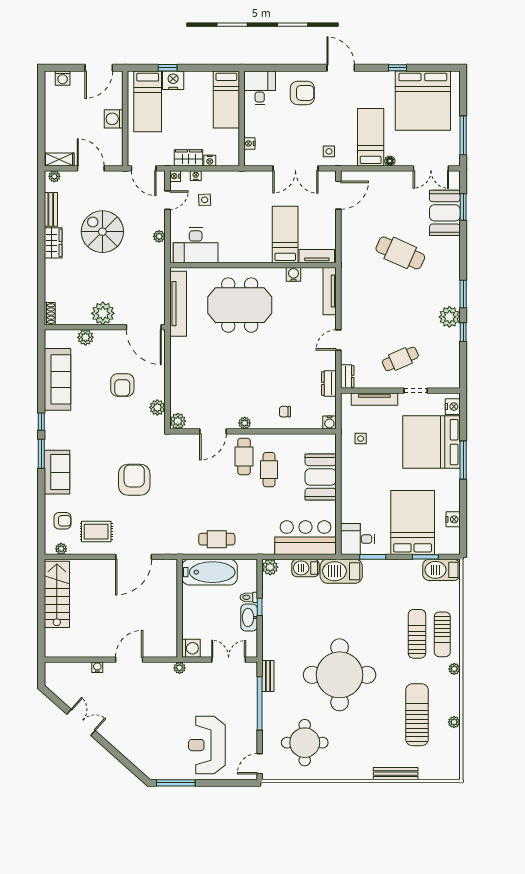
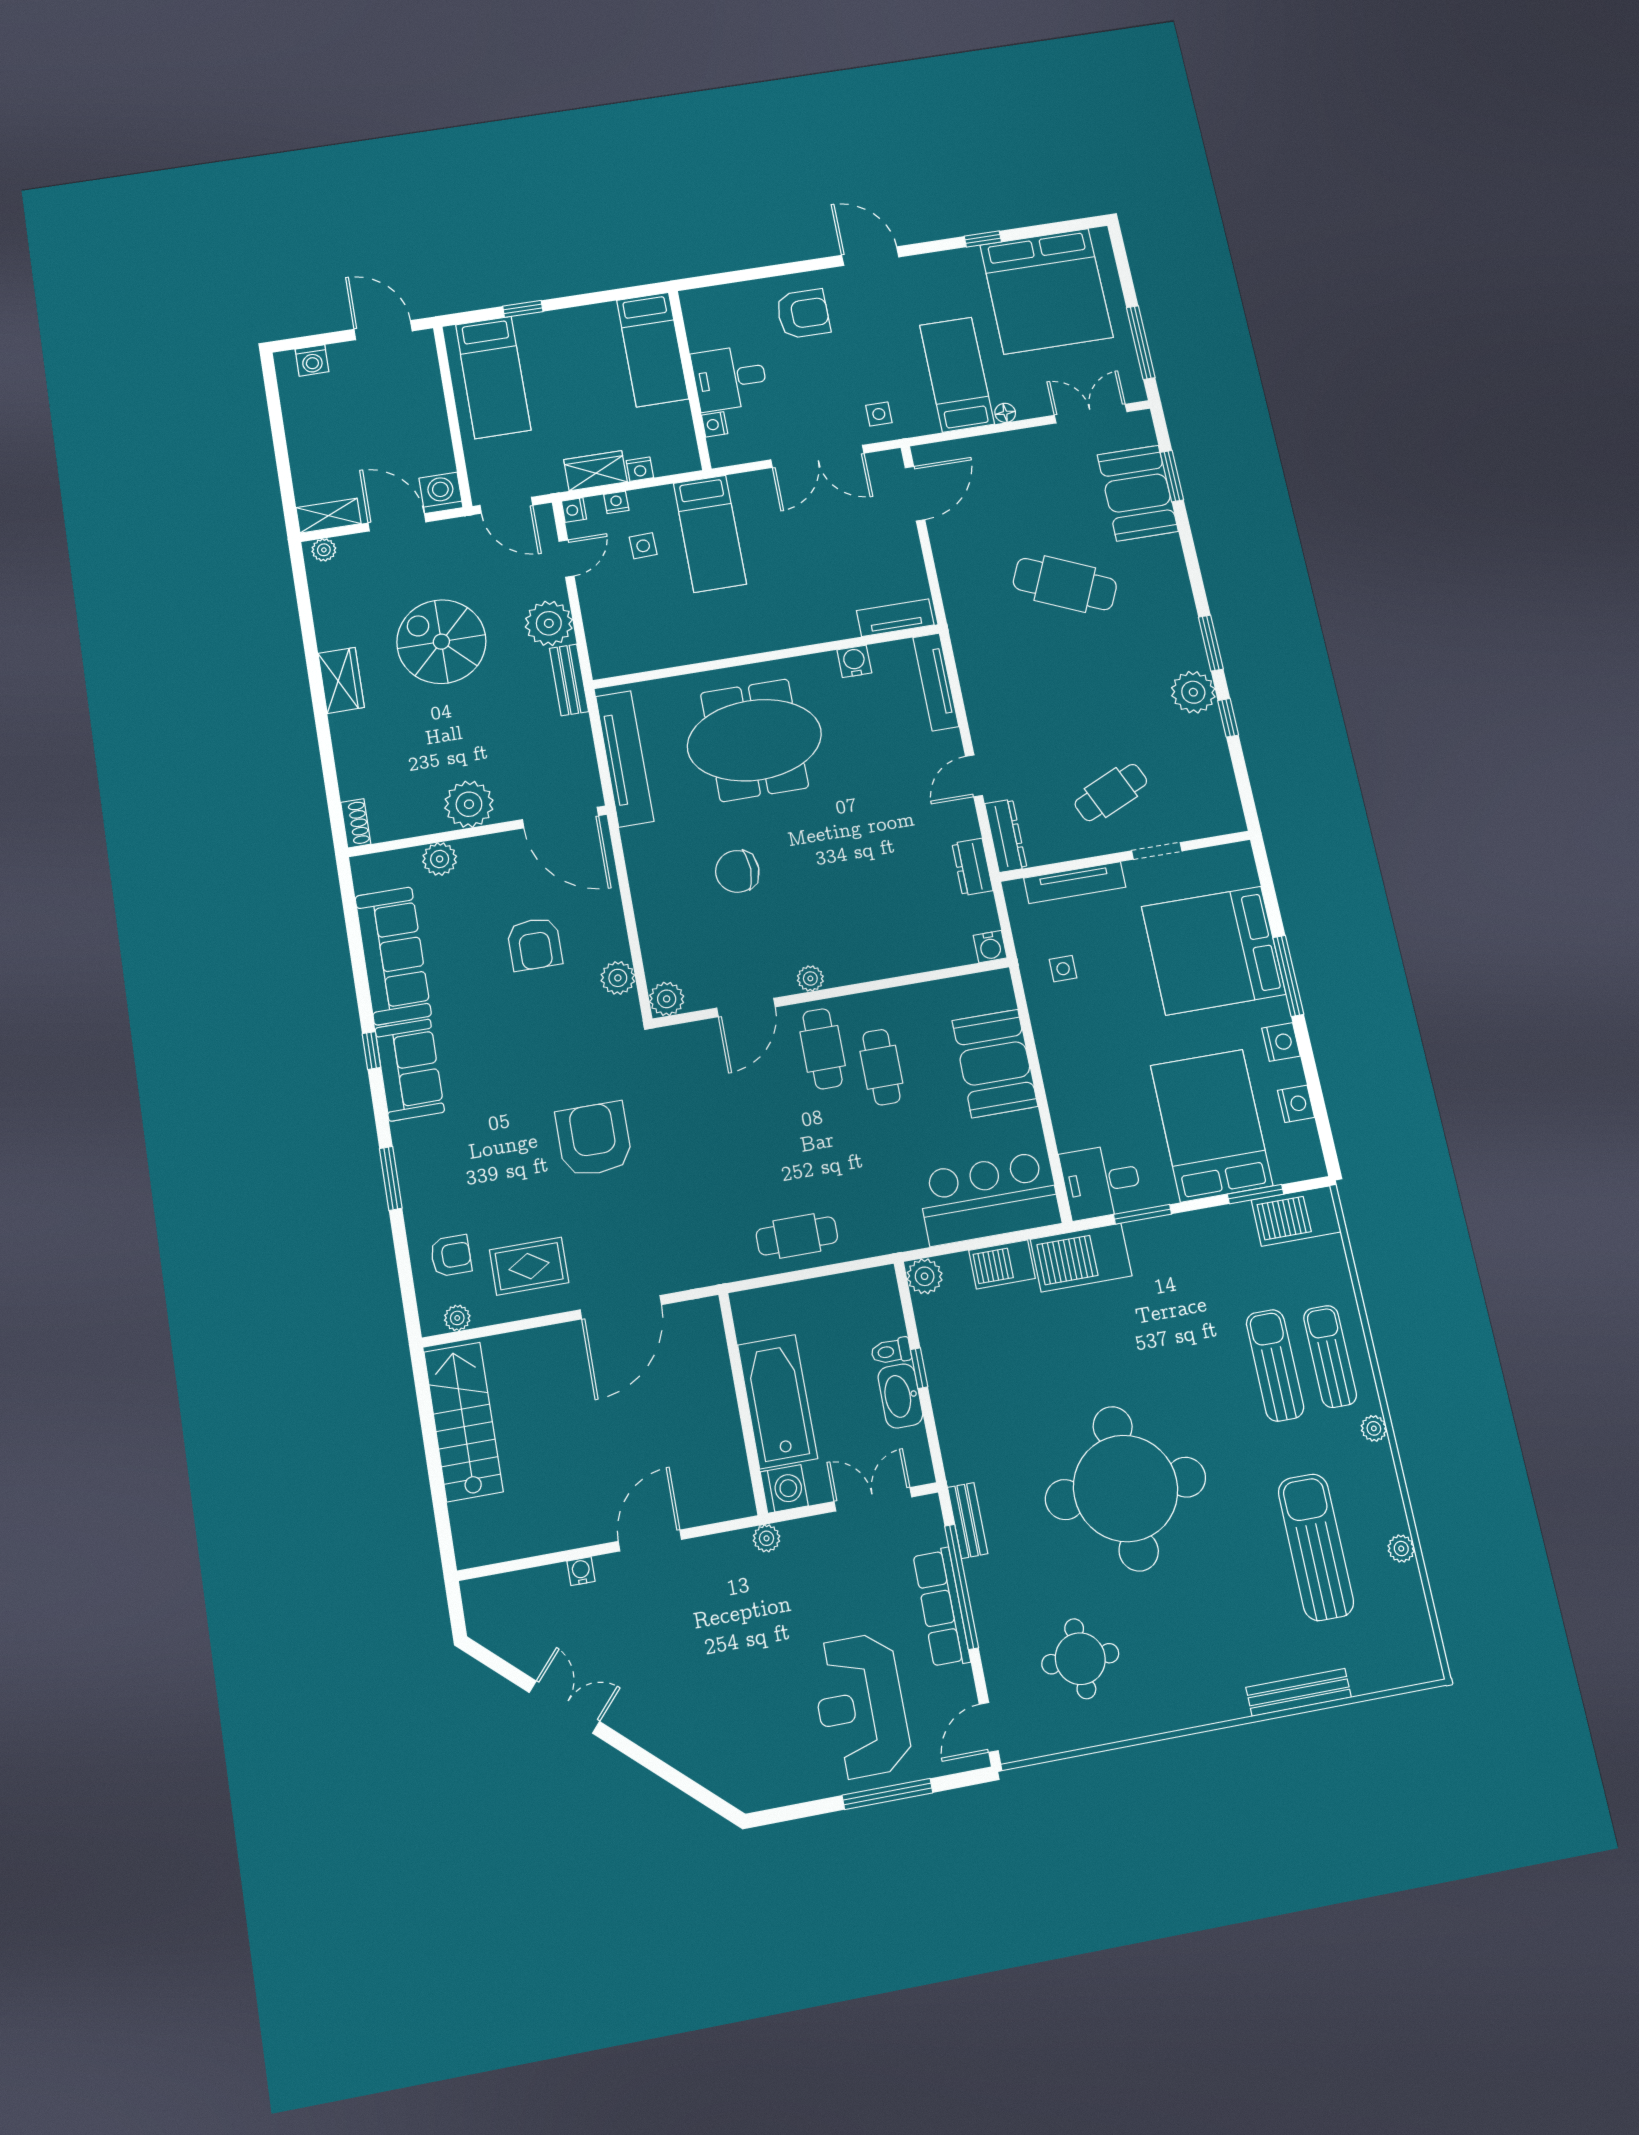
door: (99, 68) -> (383, 330), swing flipped
nightstand: (173, 80) -> (538, 330), removed
desk: (260, 88) -> (730, 378), moved, turned -90
washing machine: (114, 119) -> (441, 493), moved, turned 90
double door: (431, 168) -> (1091, 414), swing flipped
bench: (51, 209) -> (569, 680), moved
bed: (285, 234) -> (710, 534), moved, turned 180
plant: (159, 236) -> (549, 623), width x1.88, depth x1.88
desk: (196, 245) -> (641, 637), removed
dresser: (347, 376) -> (1006, 836), width x1.44
nightstand: (453, 407) -> (1281, 1042), moved
chair: (285, 412) -> (737, 871), moved, width x1.87, depth x1.87
window: (41, 454) -> (391, 1178), moved
sofa: (57, 472) -> (410, 1070), moved
bathtub: (210, 572) -> (777, 1402), moved, turned -90
sun lounger: (442, 634) -> (1330, 1356), turned 180
row of seats: (249, 711) -> (942, 1608), added
round table: (305, 743) -> (1080, 1659), width x0.73, depth x0.73
window: (176, 783) -> (887, 1794), moved

